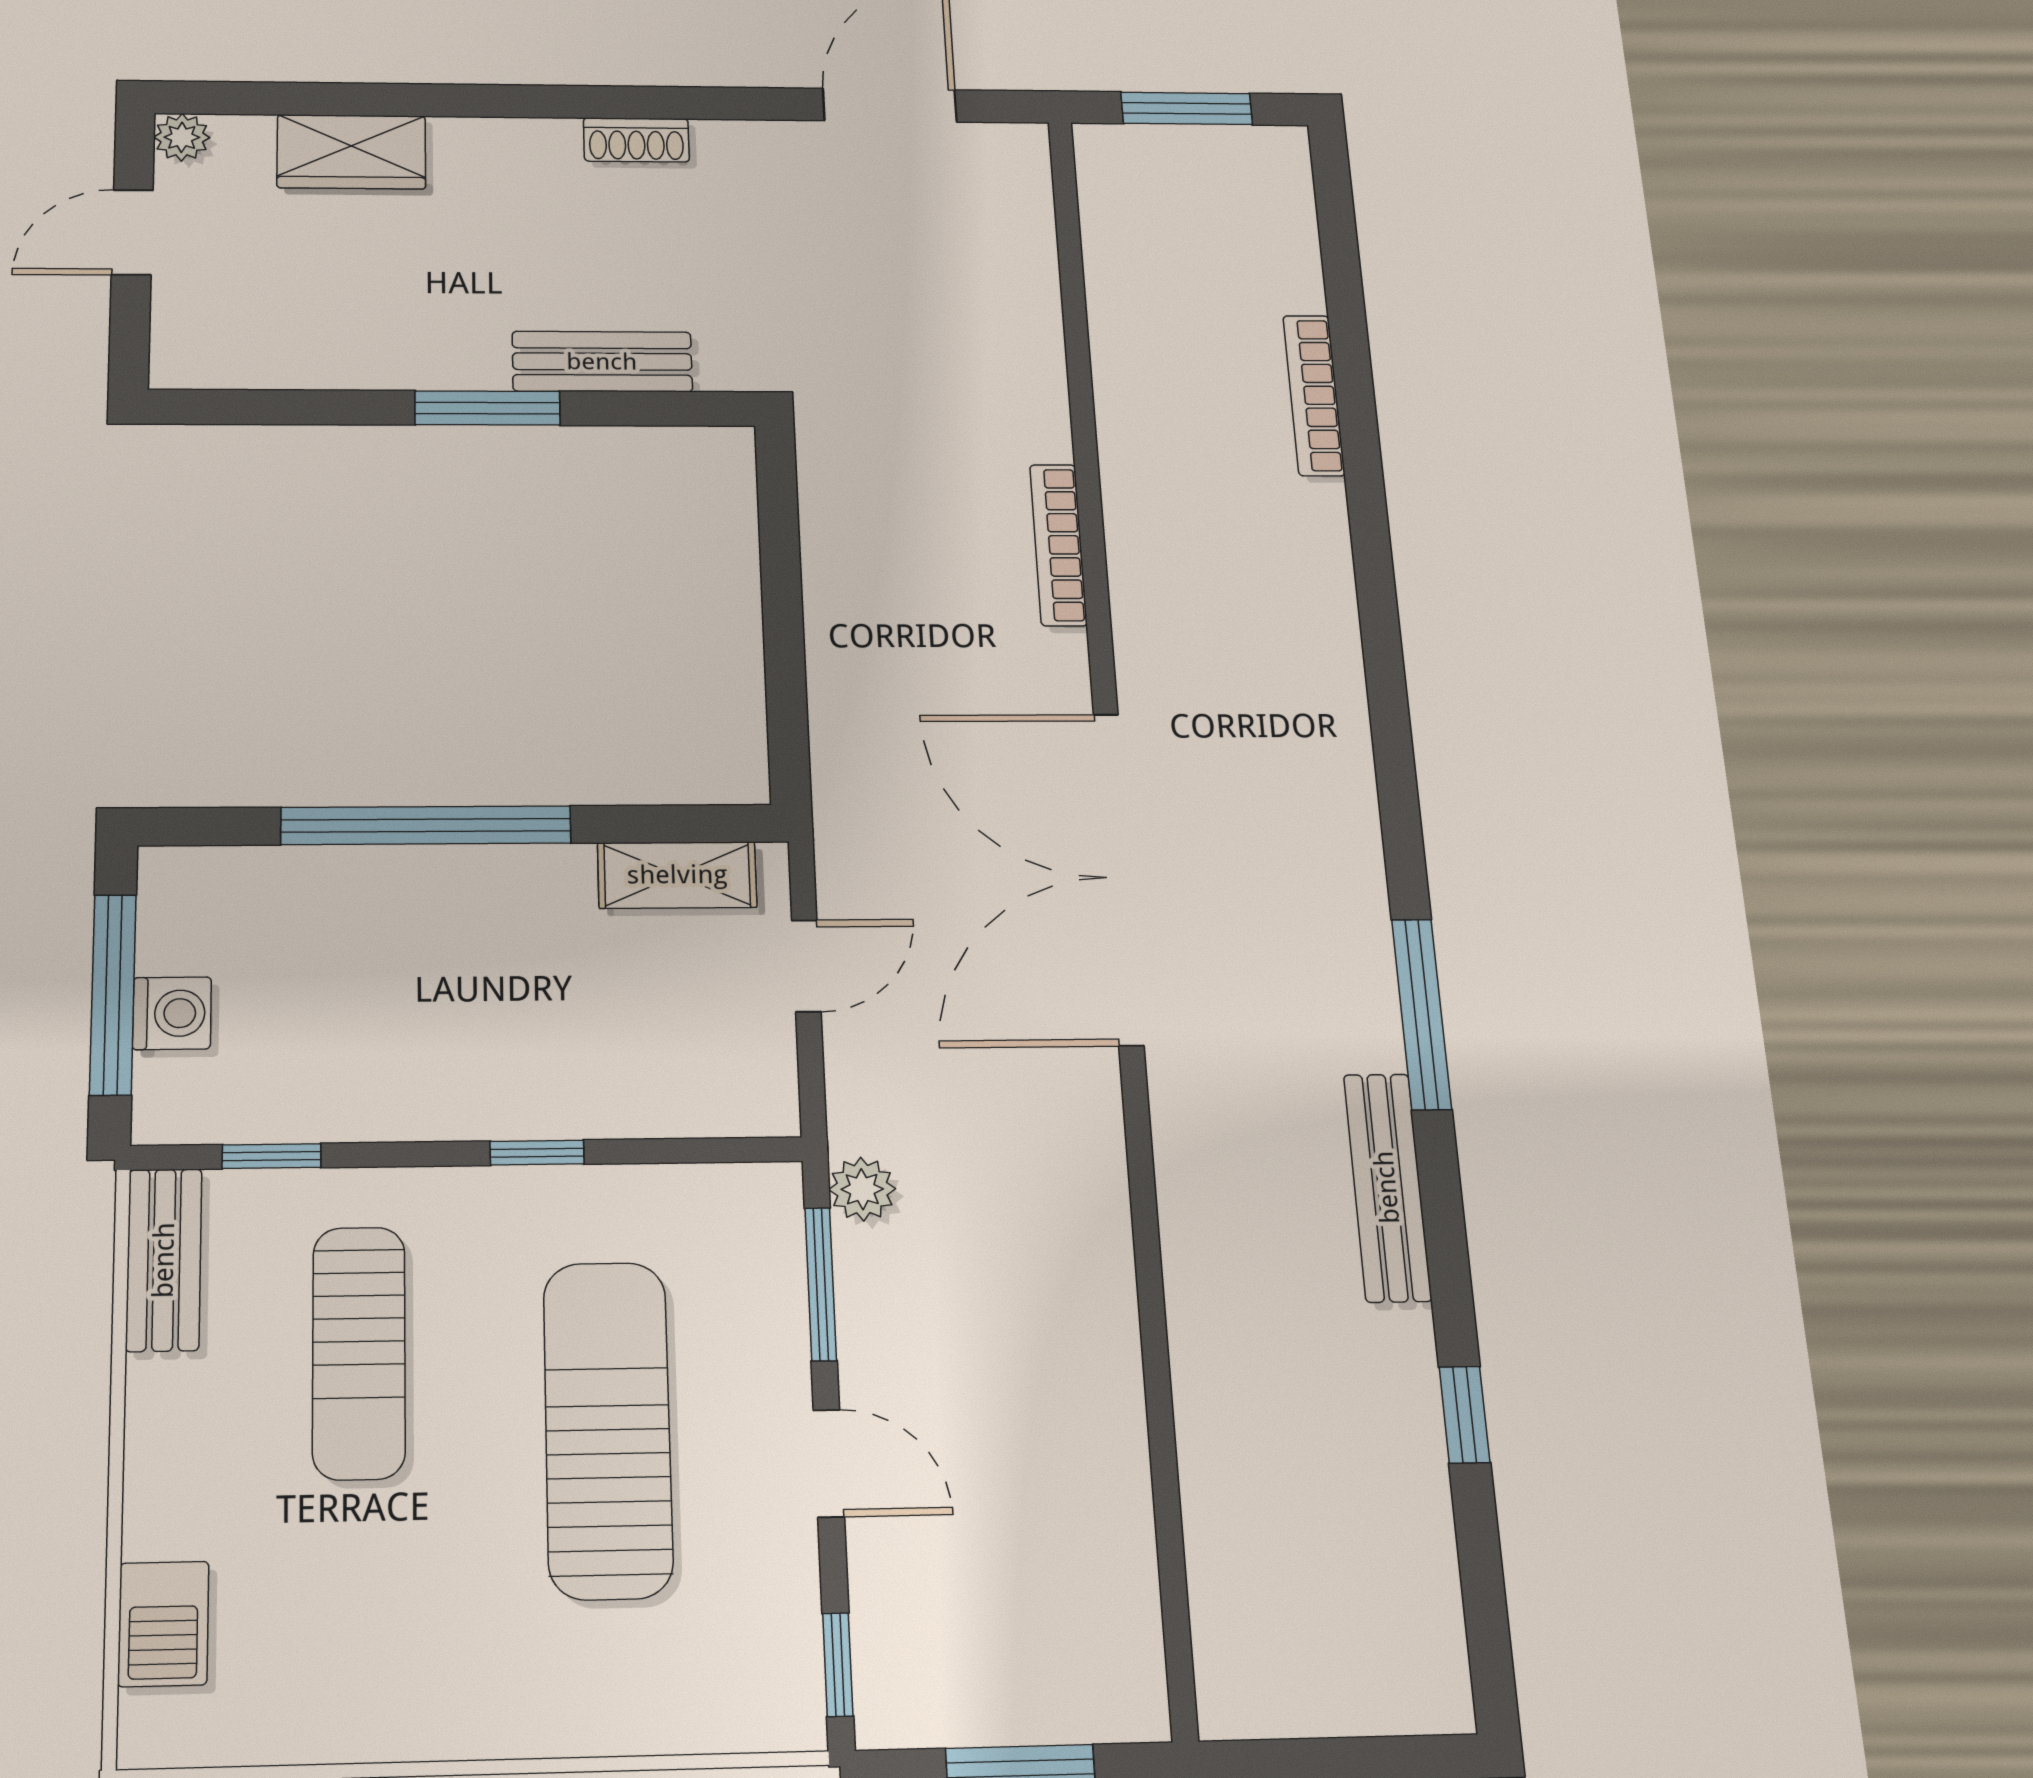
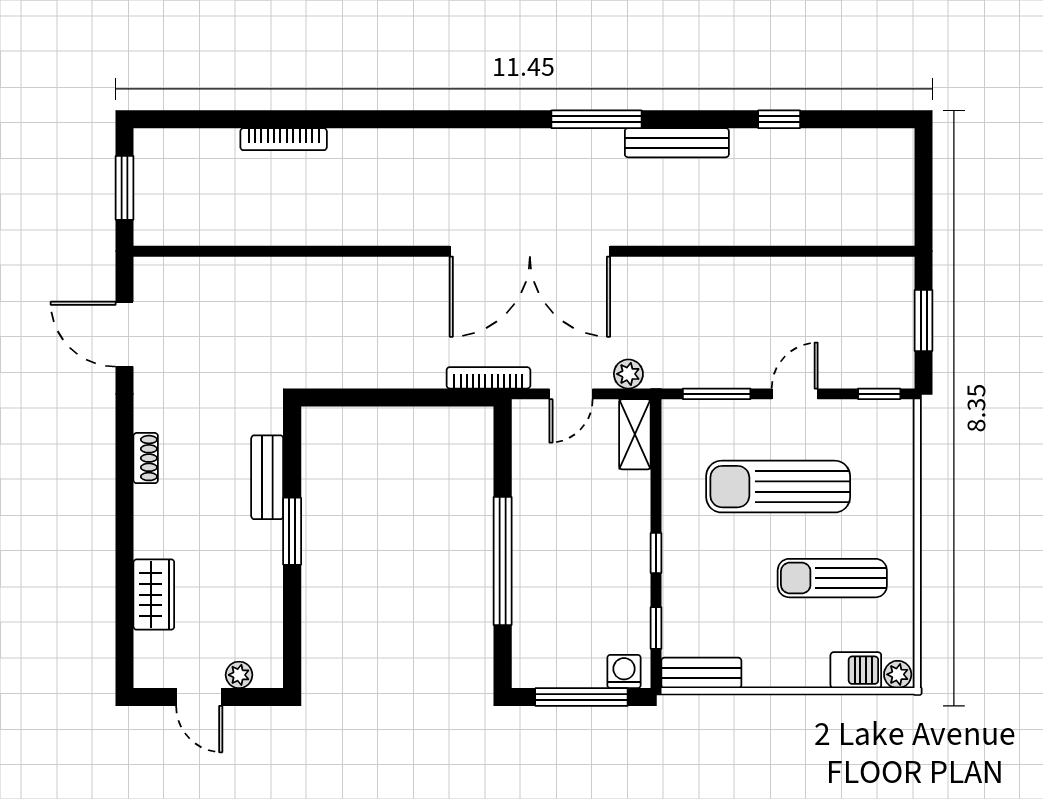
plant: (182, 137) -> (239, 675), moved
bookcase: (1058, 545) -> (488, 378), moved, turned 180
shelving: (677, 875) -> (635, 434), moved
door: (806, 966) -> (571, 394), swing flipped
washing machine: (172, 1013) -> (624, 671), moved
window: (537, 1153) -> (656, 553), moved
plant: (862, 1189) -> (628, 374), moved
sun lounger: (359, 1352) -> (832, 578), moved, turned 180
plant: (151, 1727) -> (898, 674), added

